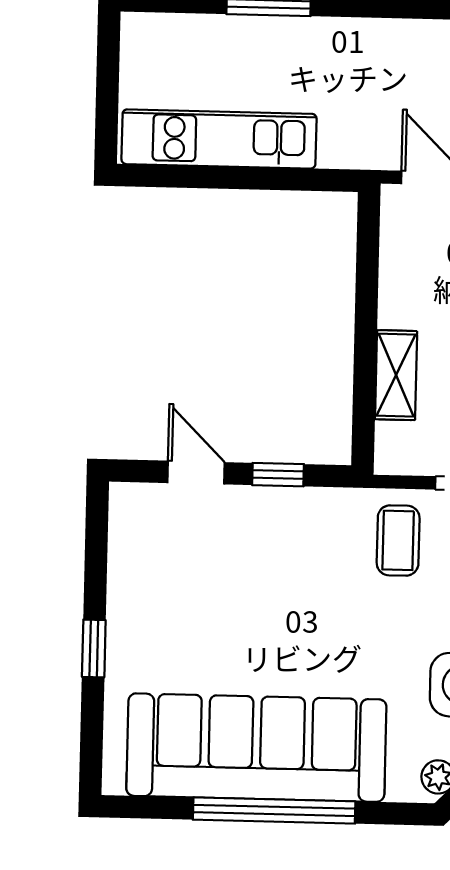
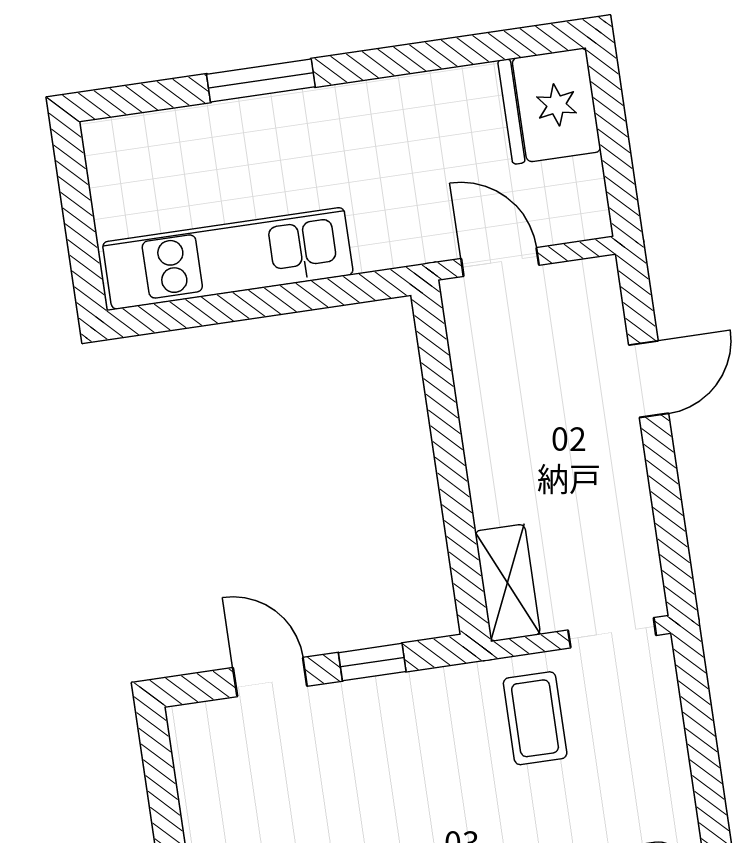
shelving: (396, 375) -> (508, 583), moved

